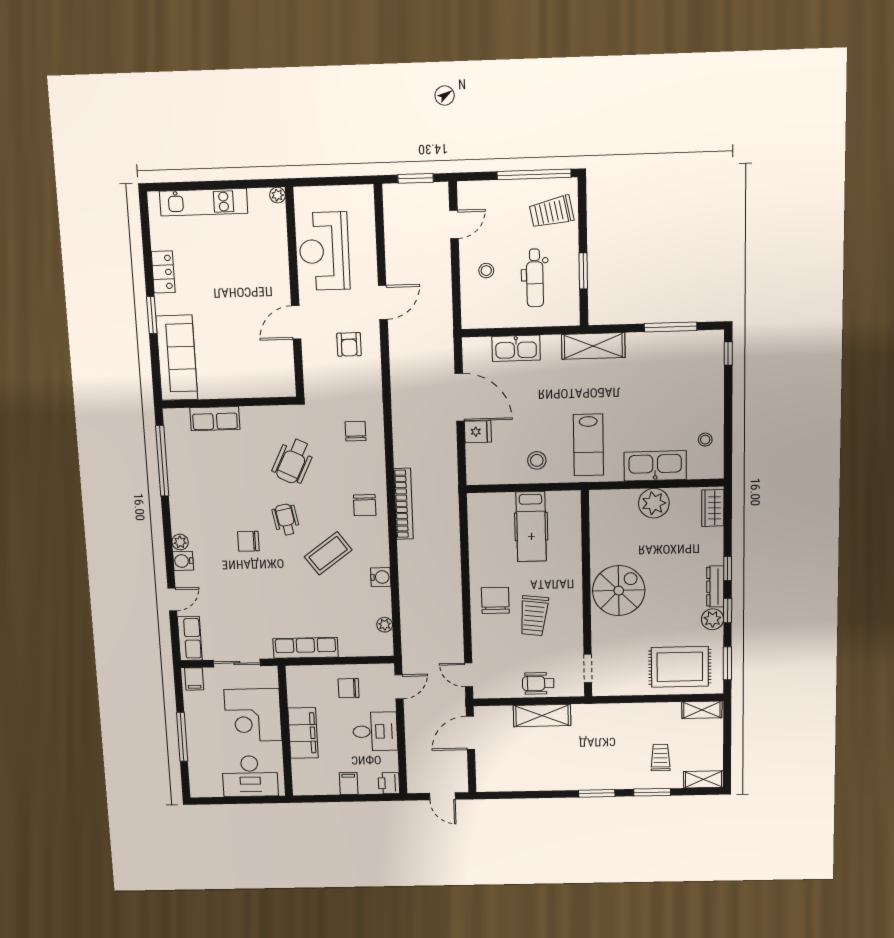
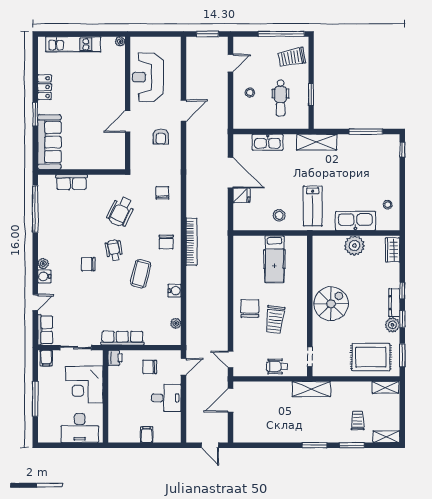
coffee table: (328, 553) -> (141, 274), turned -40
shelving: (542, 716) -> (311, 389), moved
filing cabinet: (303, 733) -> (117, 398), removed
printer: (389, 783) -> (115, 358), moved, turned 180

